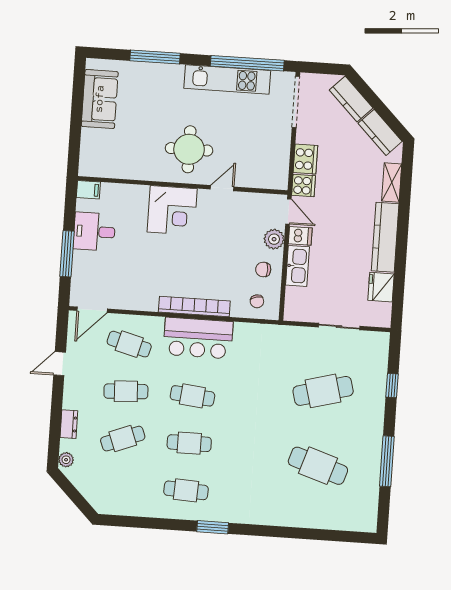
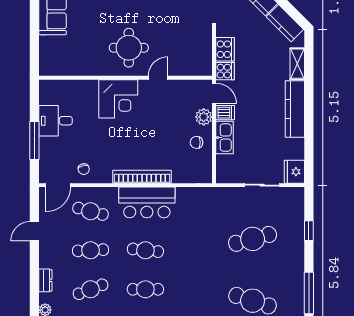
filing cabinet: (88, 190) -> (48, 87), removed
fridge: (381, 287) -> (294, 172), moved
chair: (257, 301) -> (84, 169), moved

